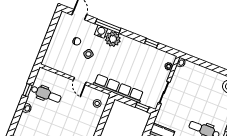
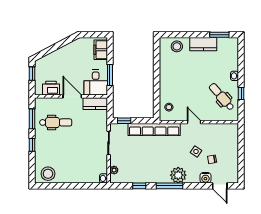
window: (108, 26) -> (169, 186), moved
water cooler: (101, 32) -> (205, 178), moved
dental chair: (46, 94) -> (222, 97), turned 49

